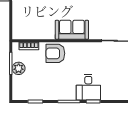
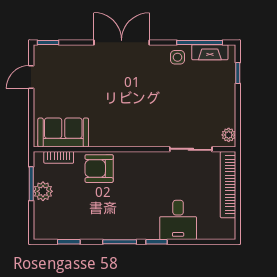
sofa: (72, 30) -> (63, 133), moved
desk: (88, 87) -> (178, 220), moved

